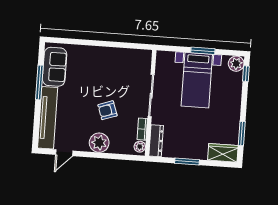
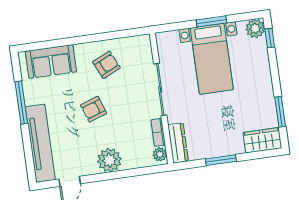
sofa: (55, 67) -> (51, 61), moved, turned 90
armchair: (113, 67) -> (106, 65), added
armchair: (107, 110) -> (94, 109), moved

